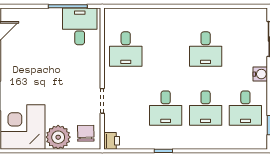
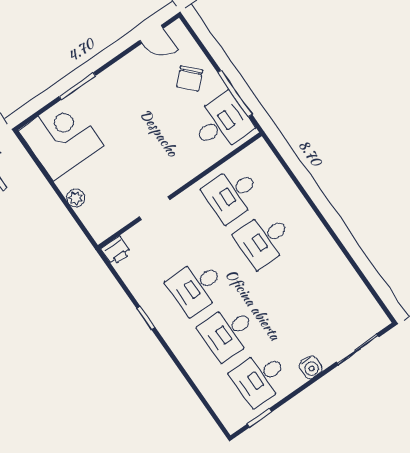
desk: (206, 49) -> (264, 239), moved
chair: (86, 133) -> (189, 78), moved, turned 138
plant: (58, 137) -> (76, 198), width x0.53, depth x0.53

